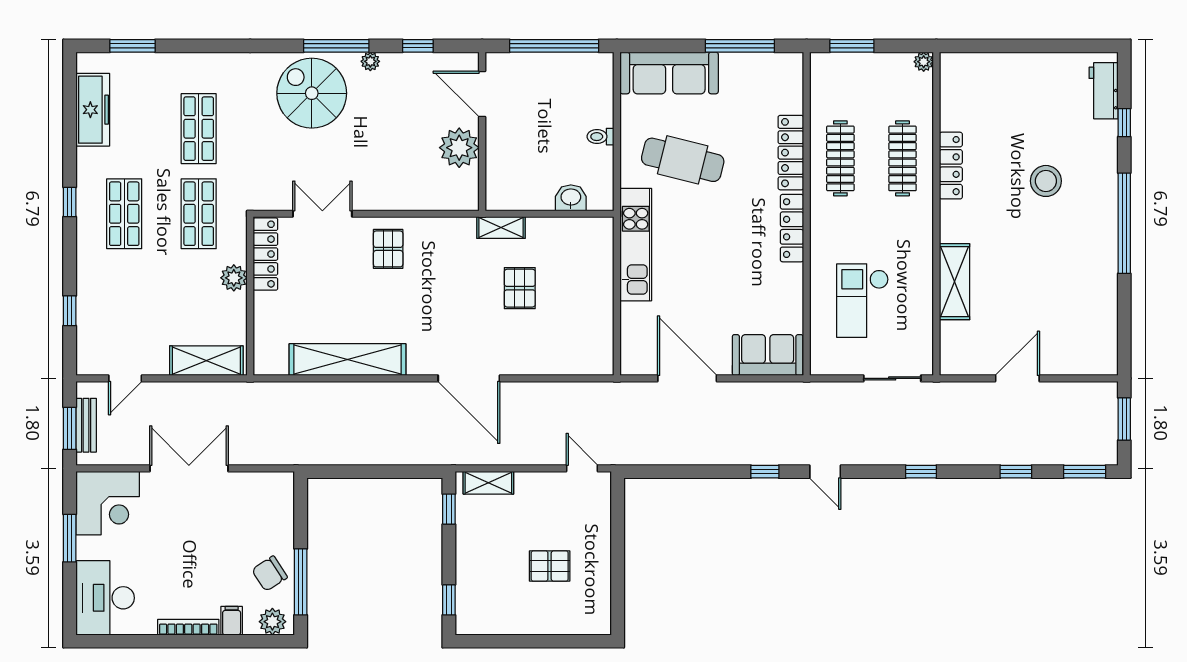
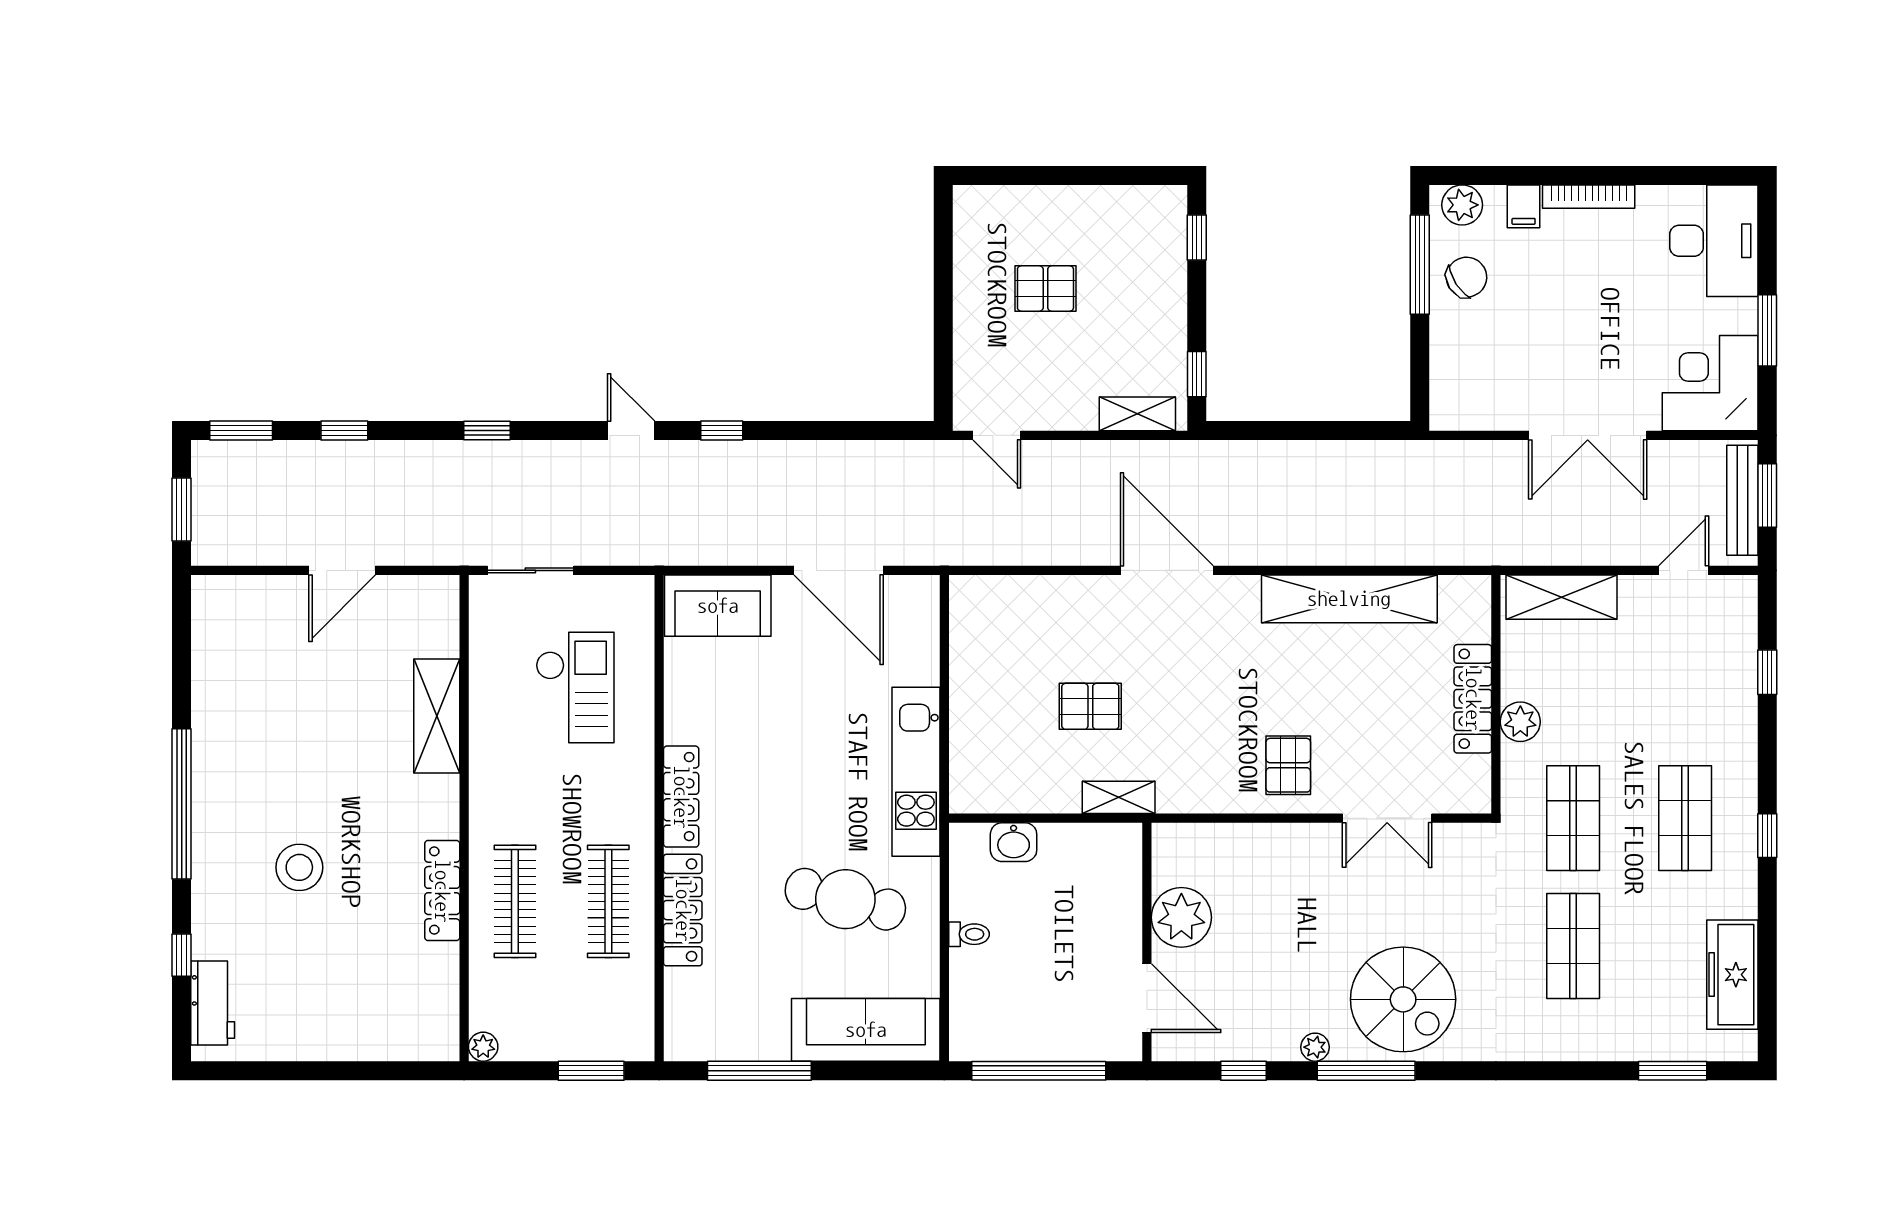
locker: (265, 254) -> (1473, 699), moved
pallet: (520, 288) -> (1090, 706), turned 90
bench: (86, 425) -> (1742, 500), width x1.36

